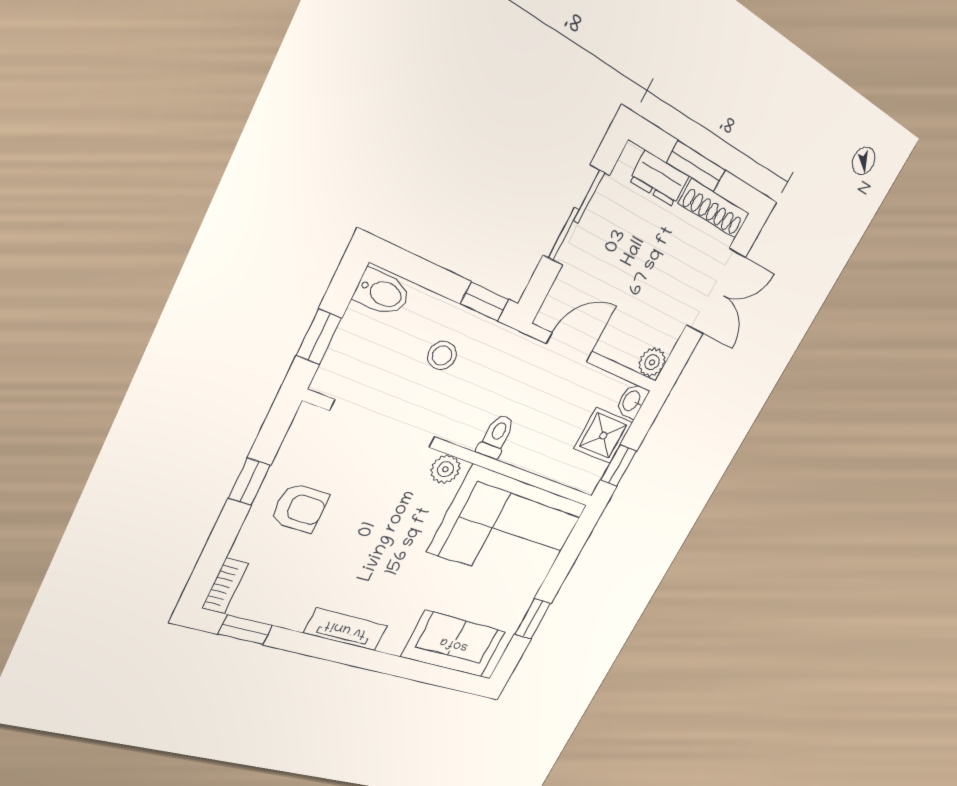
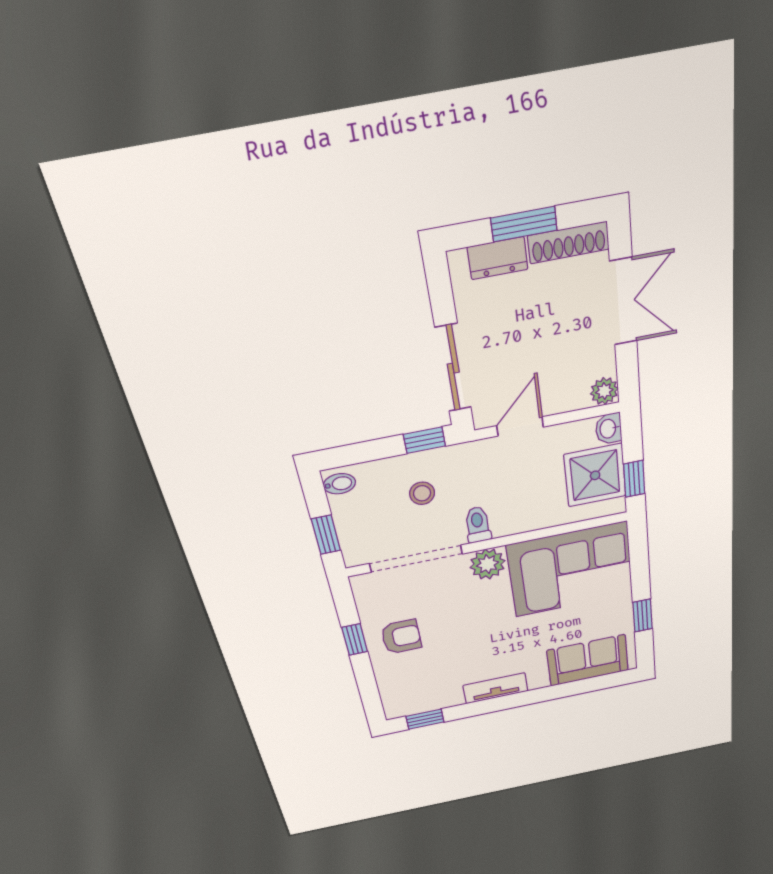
sliding door: (576, 215) -> (453, 368), moved
bidet: (382, 293) -> (339, 484), width x0.72, depth x0.74
toilet: (496, 436) -> (478, 525), moved
shower: (603, 436) -> (595, 475), width x1.36, depth x1.36
plant: (445, 469) -> (488, 564), width x1.38, depth x1.38
bookcase: (225, 586) -> (390, 702), removed

